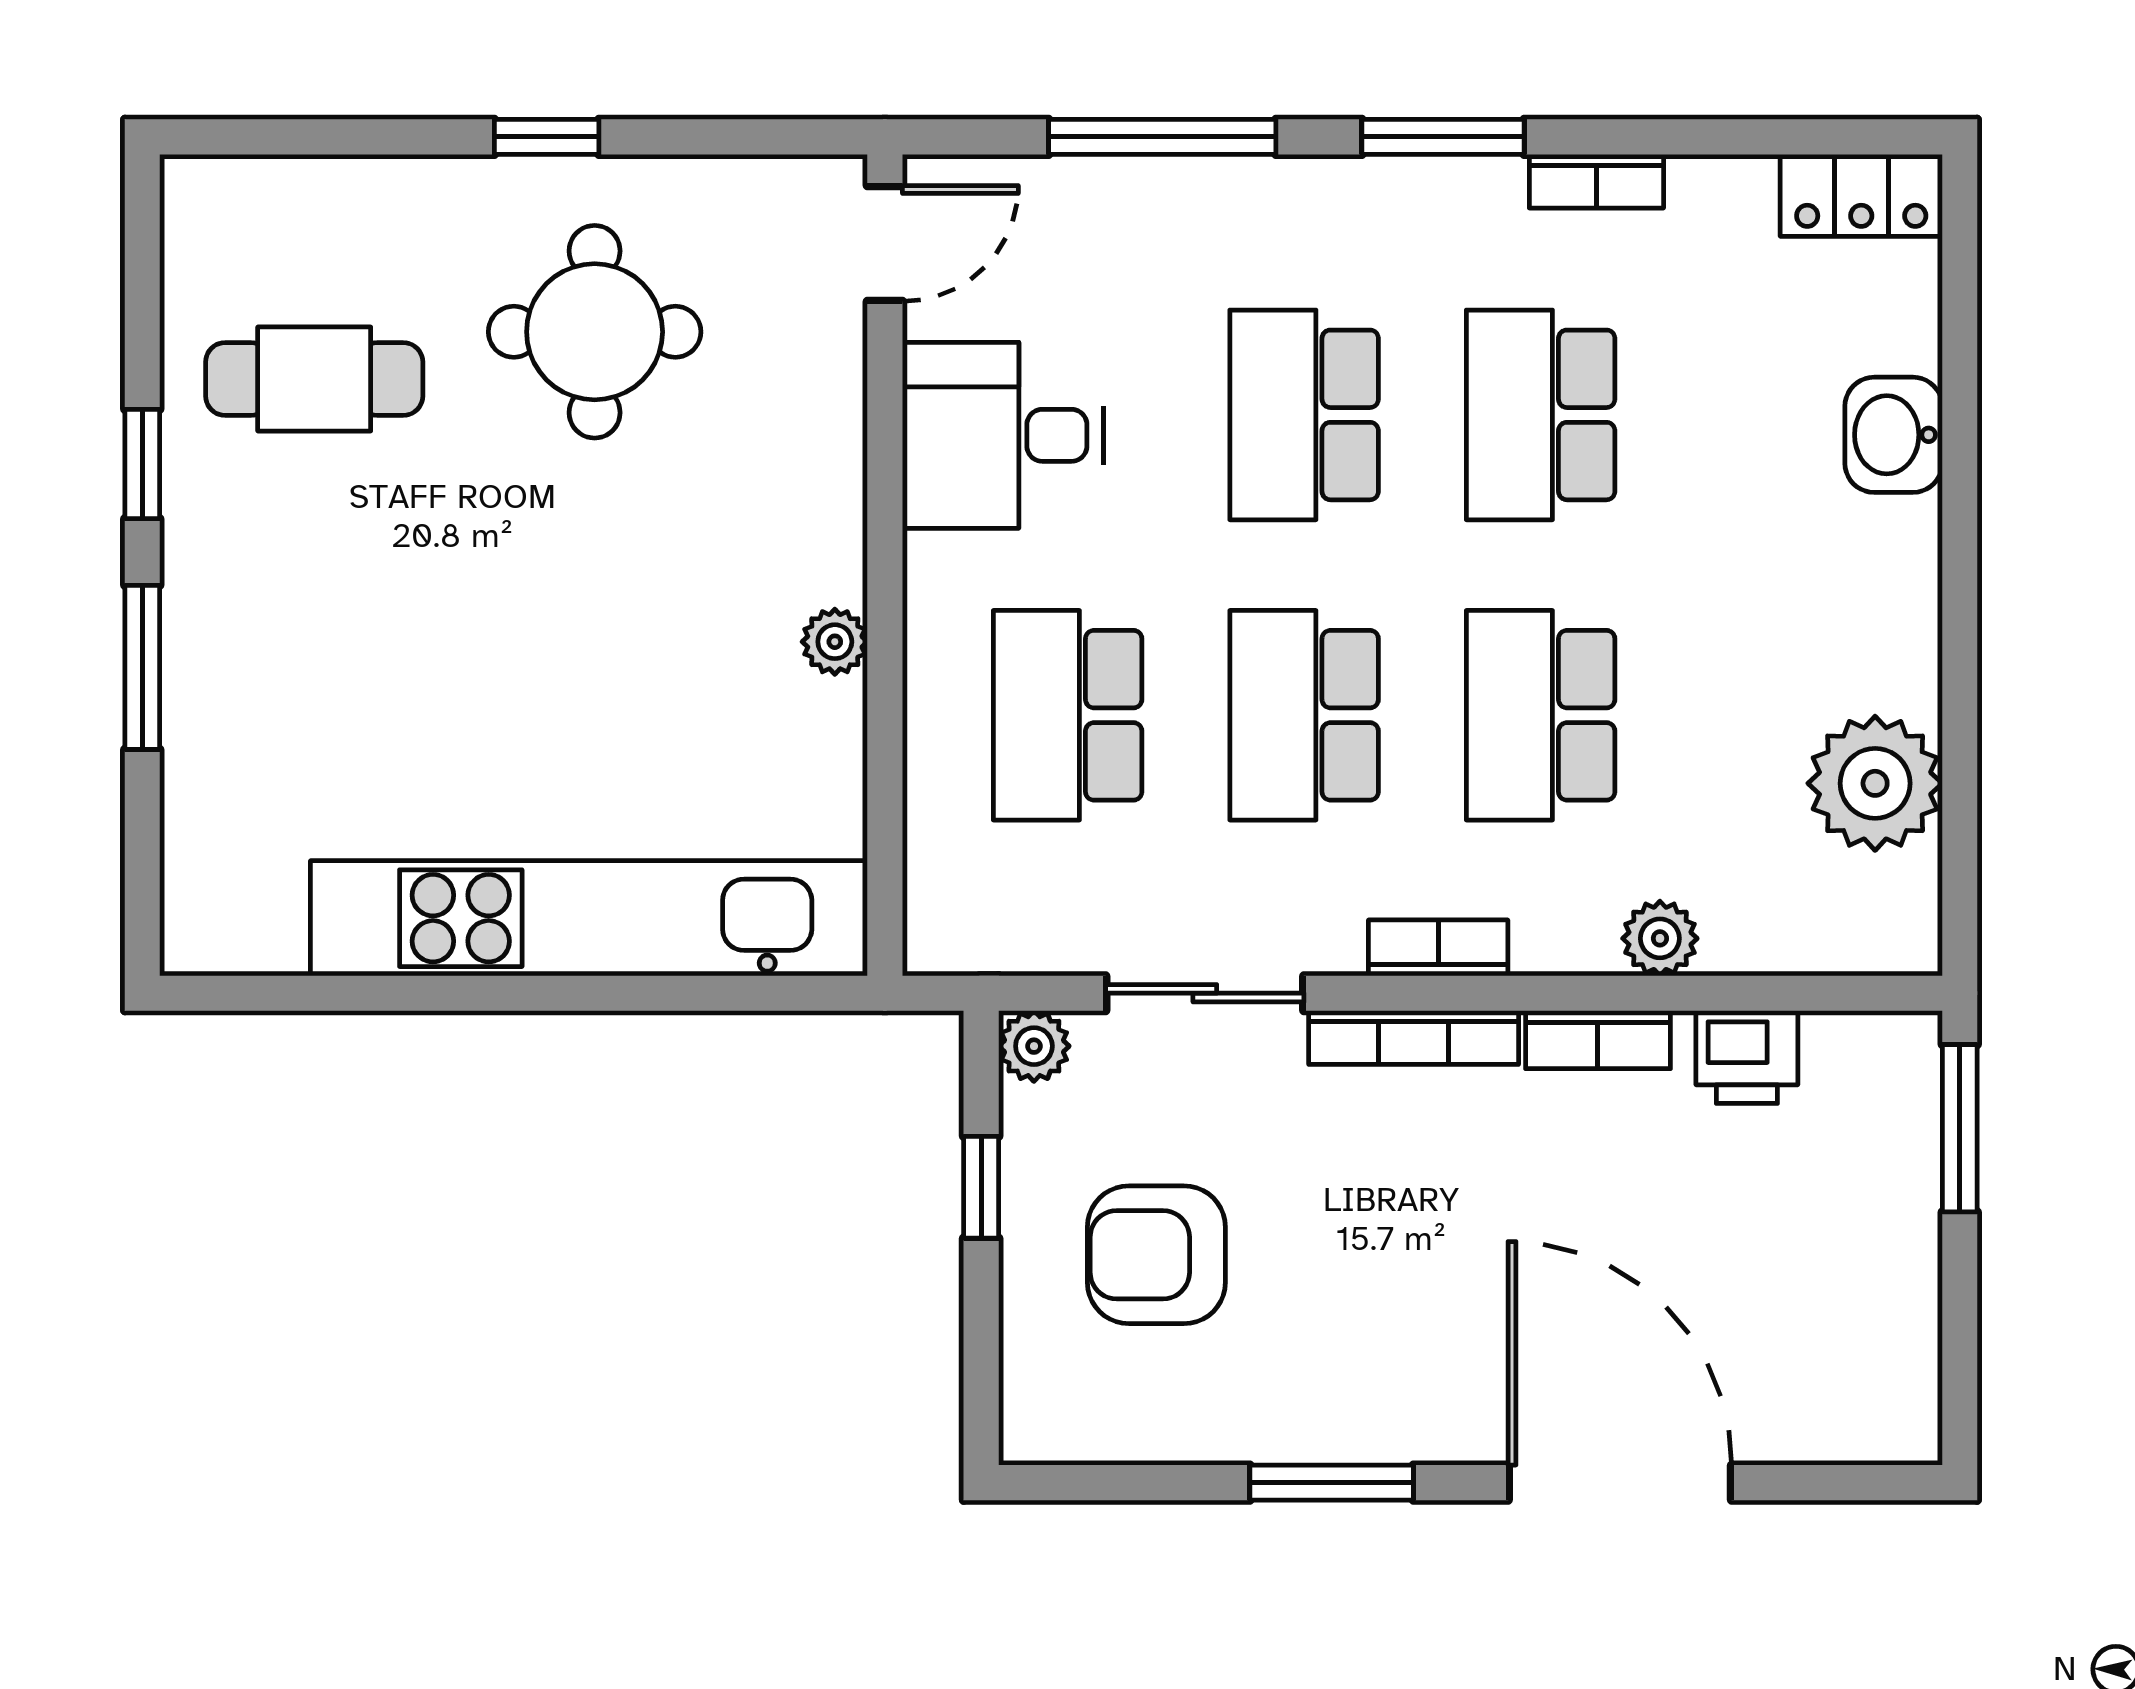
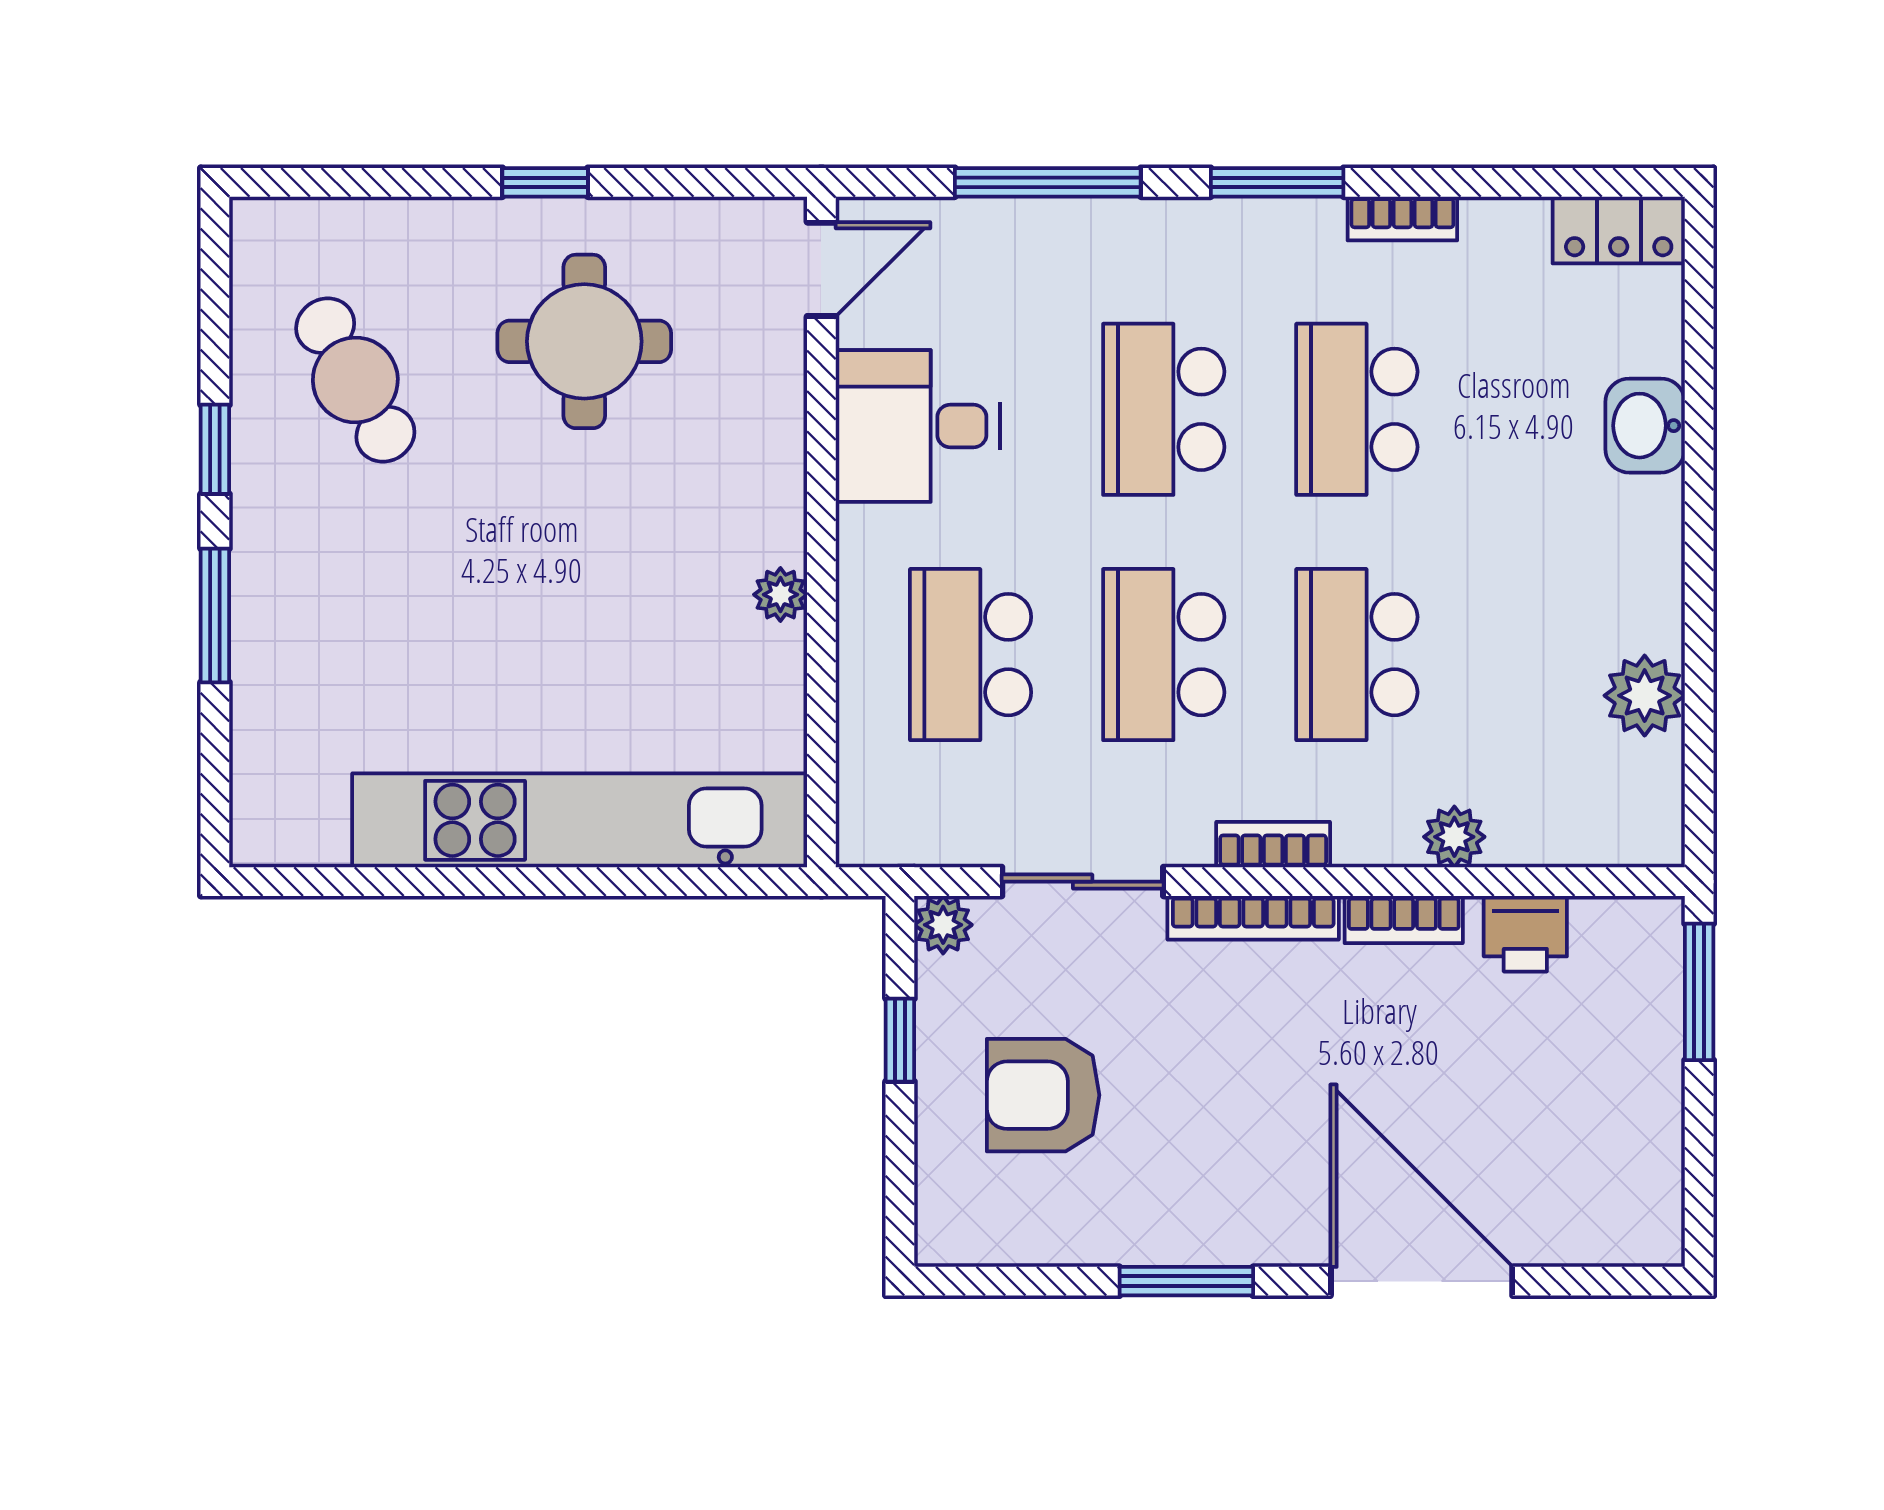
cafe table: (314, 379) -> (355, 380), turned 61
plant: (1875, 783) -> (1645, 696), width x0.73, depth x0.73

